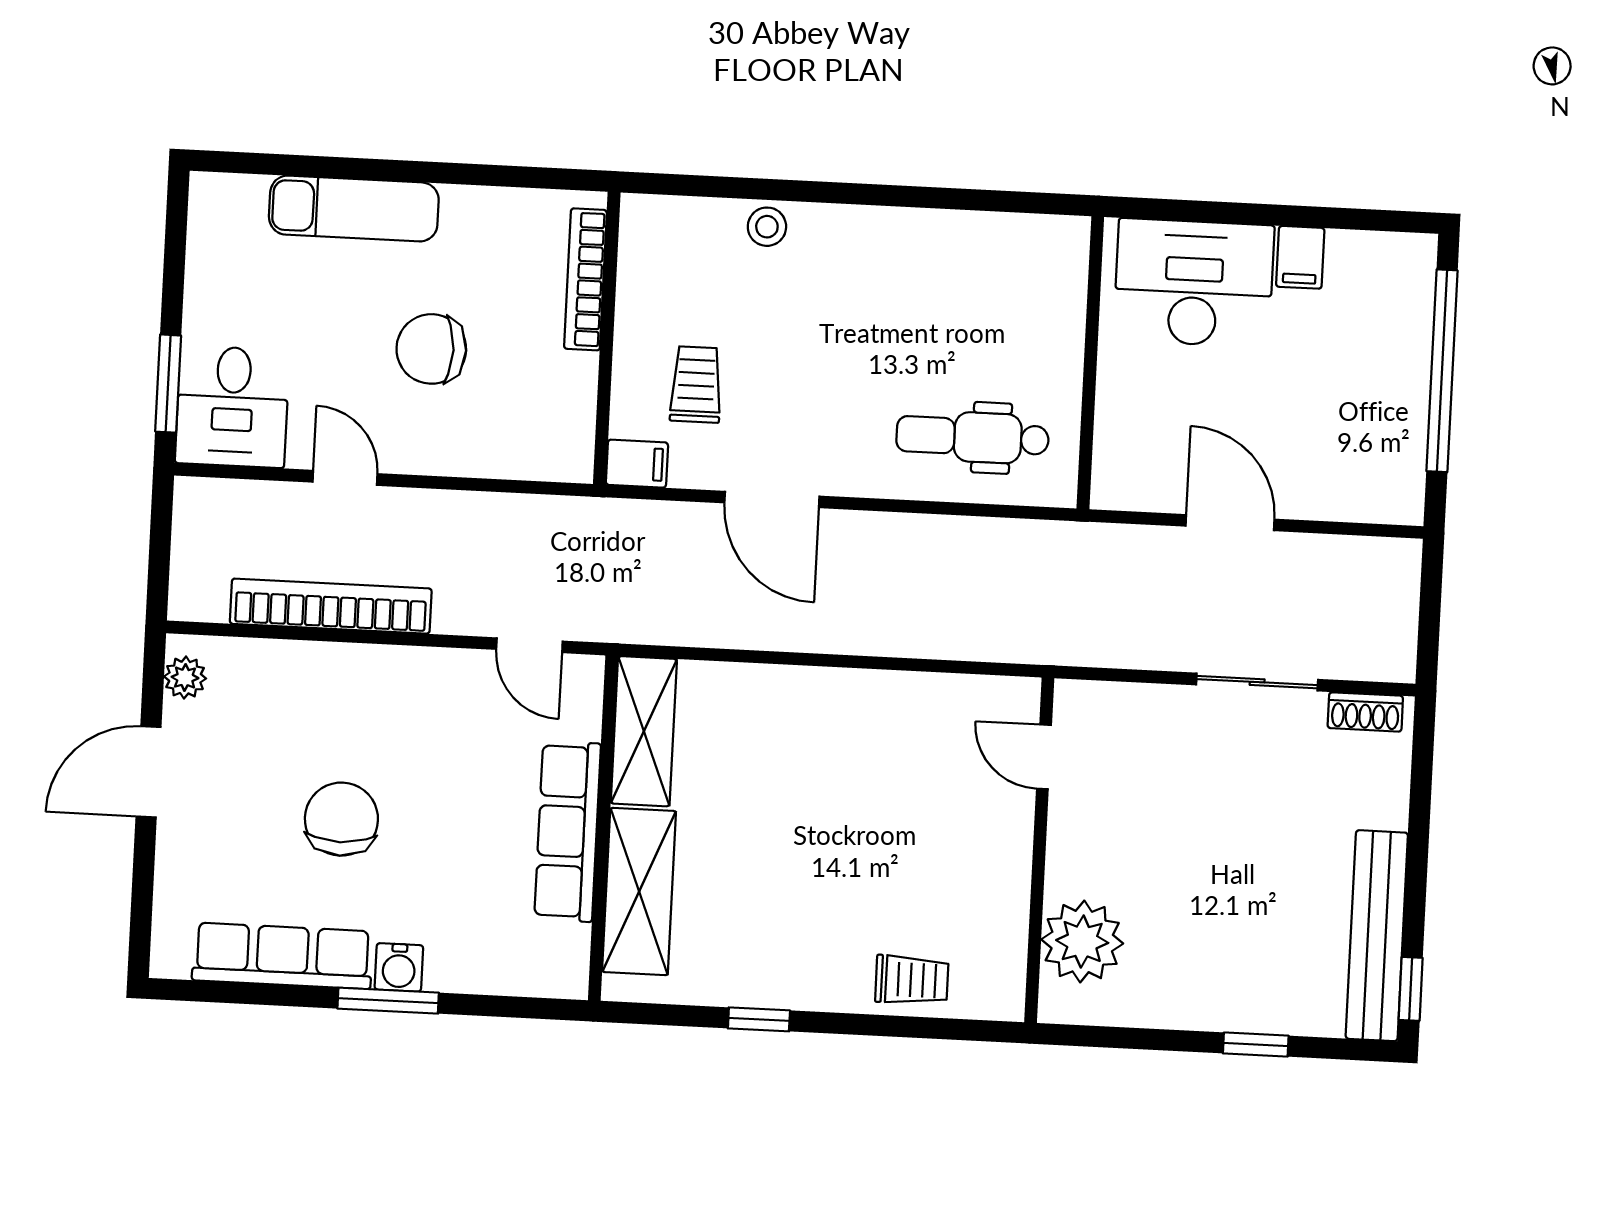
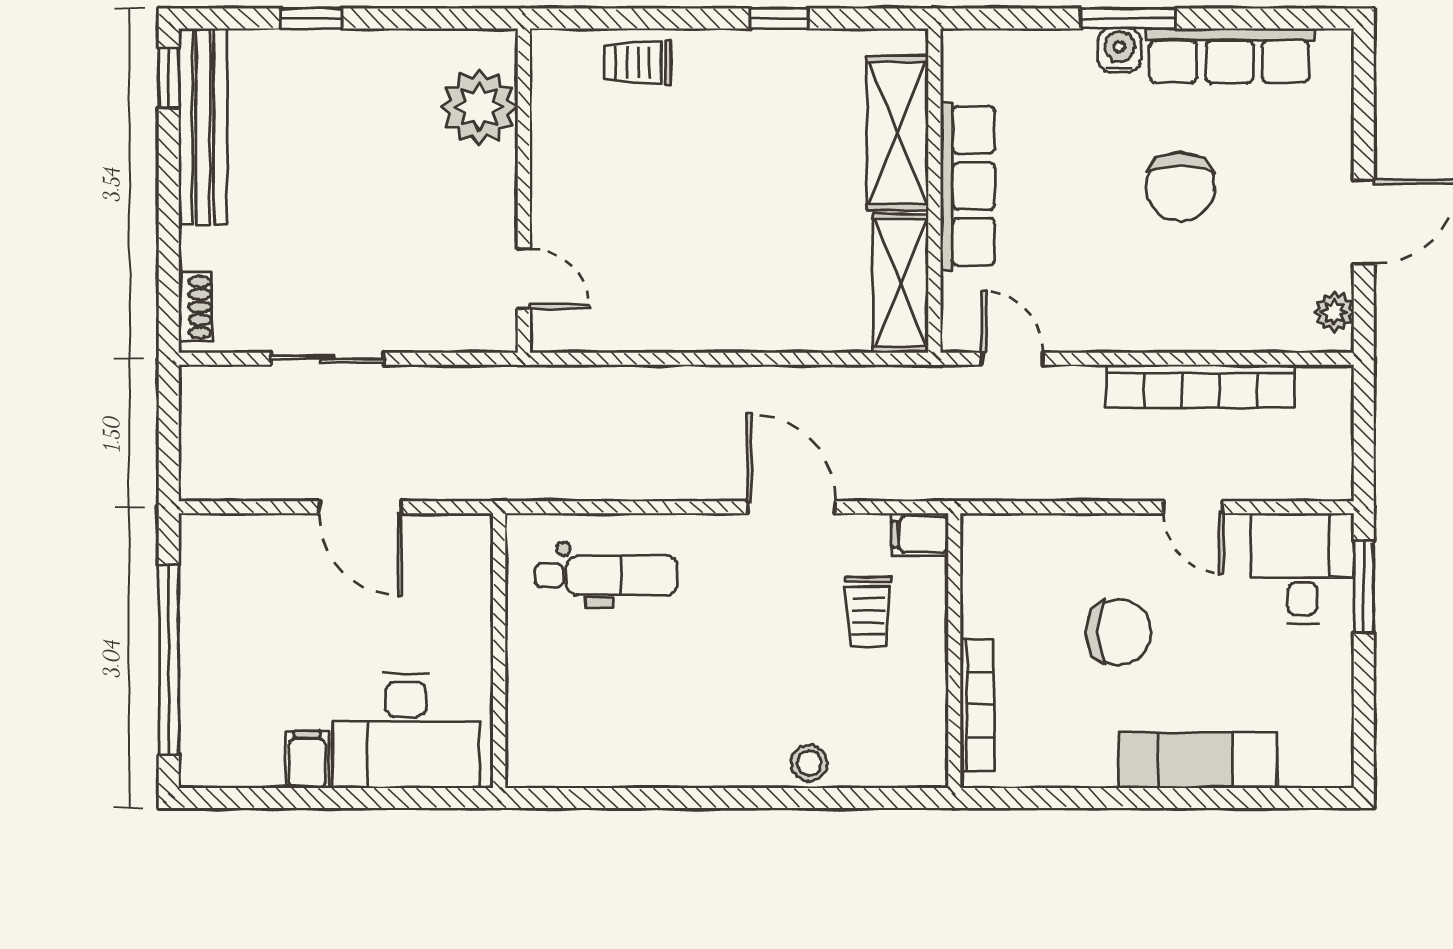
shoe rack: (1365, 712) -> (195, 307), moved, turned 90

